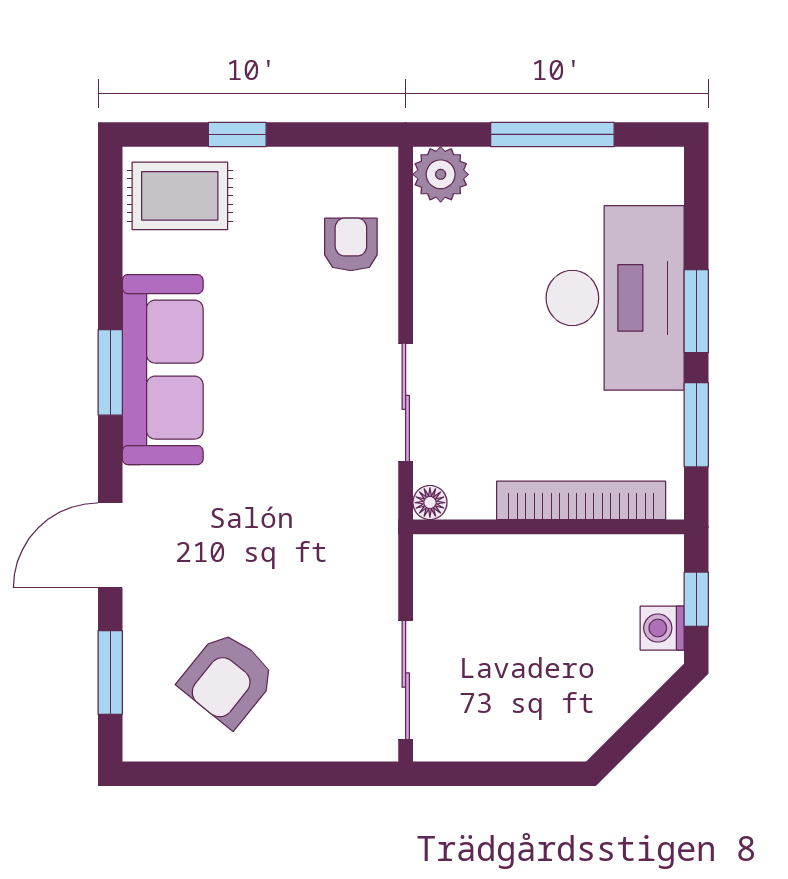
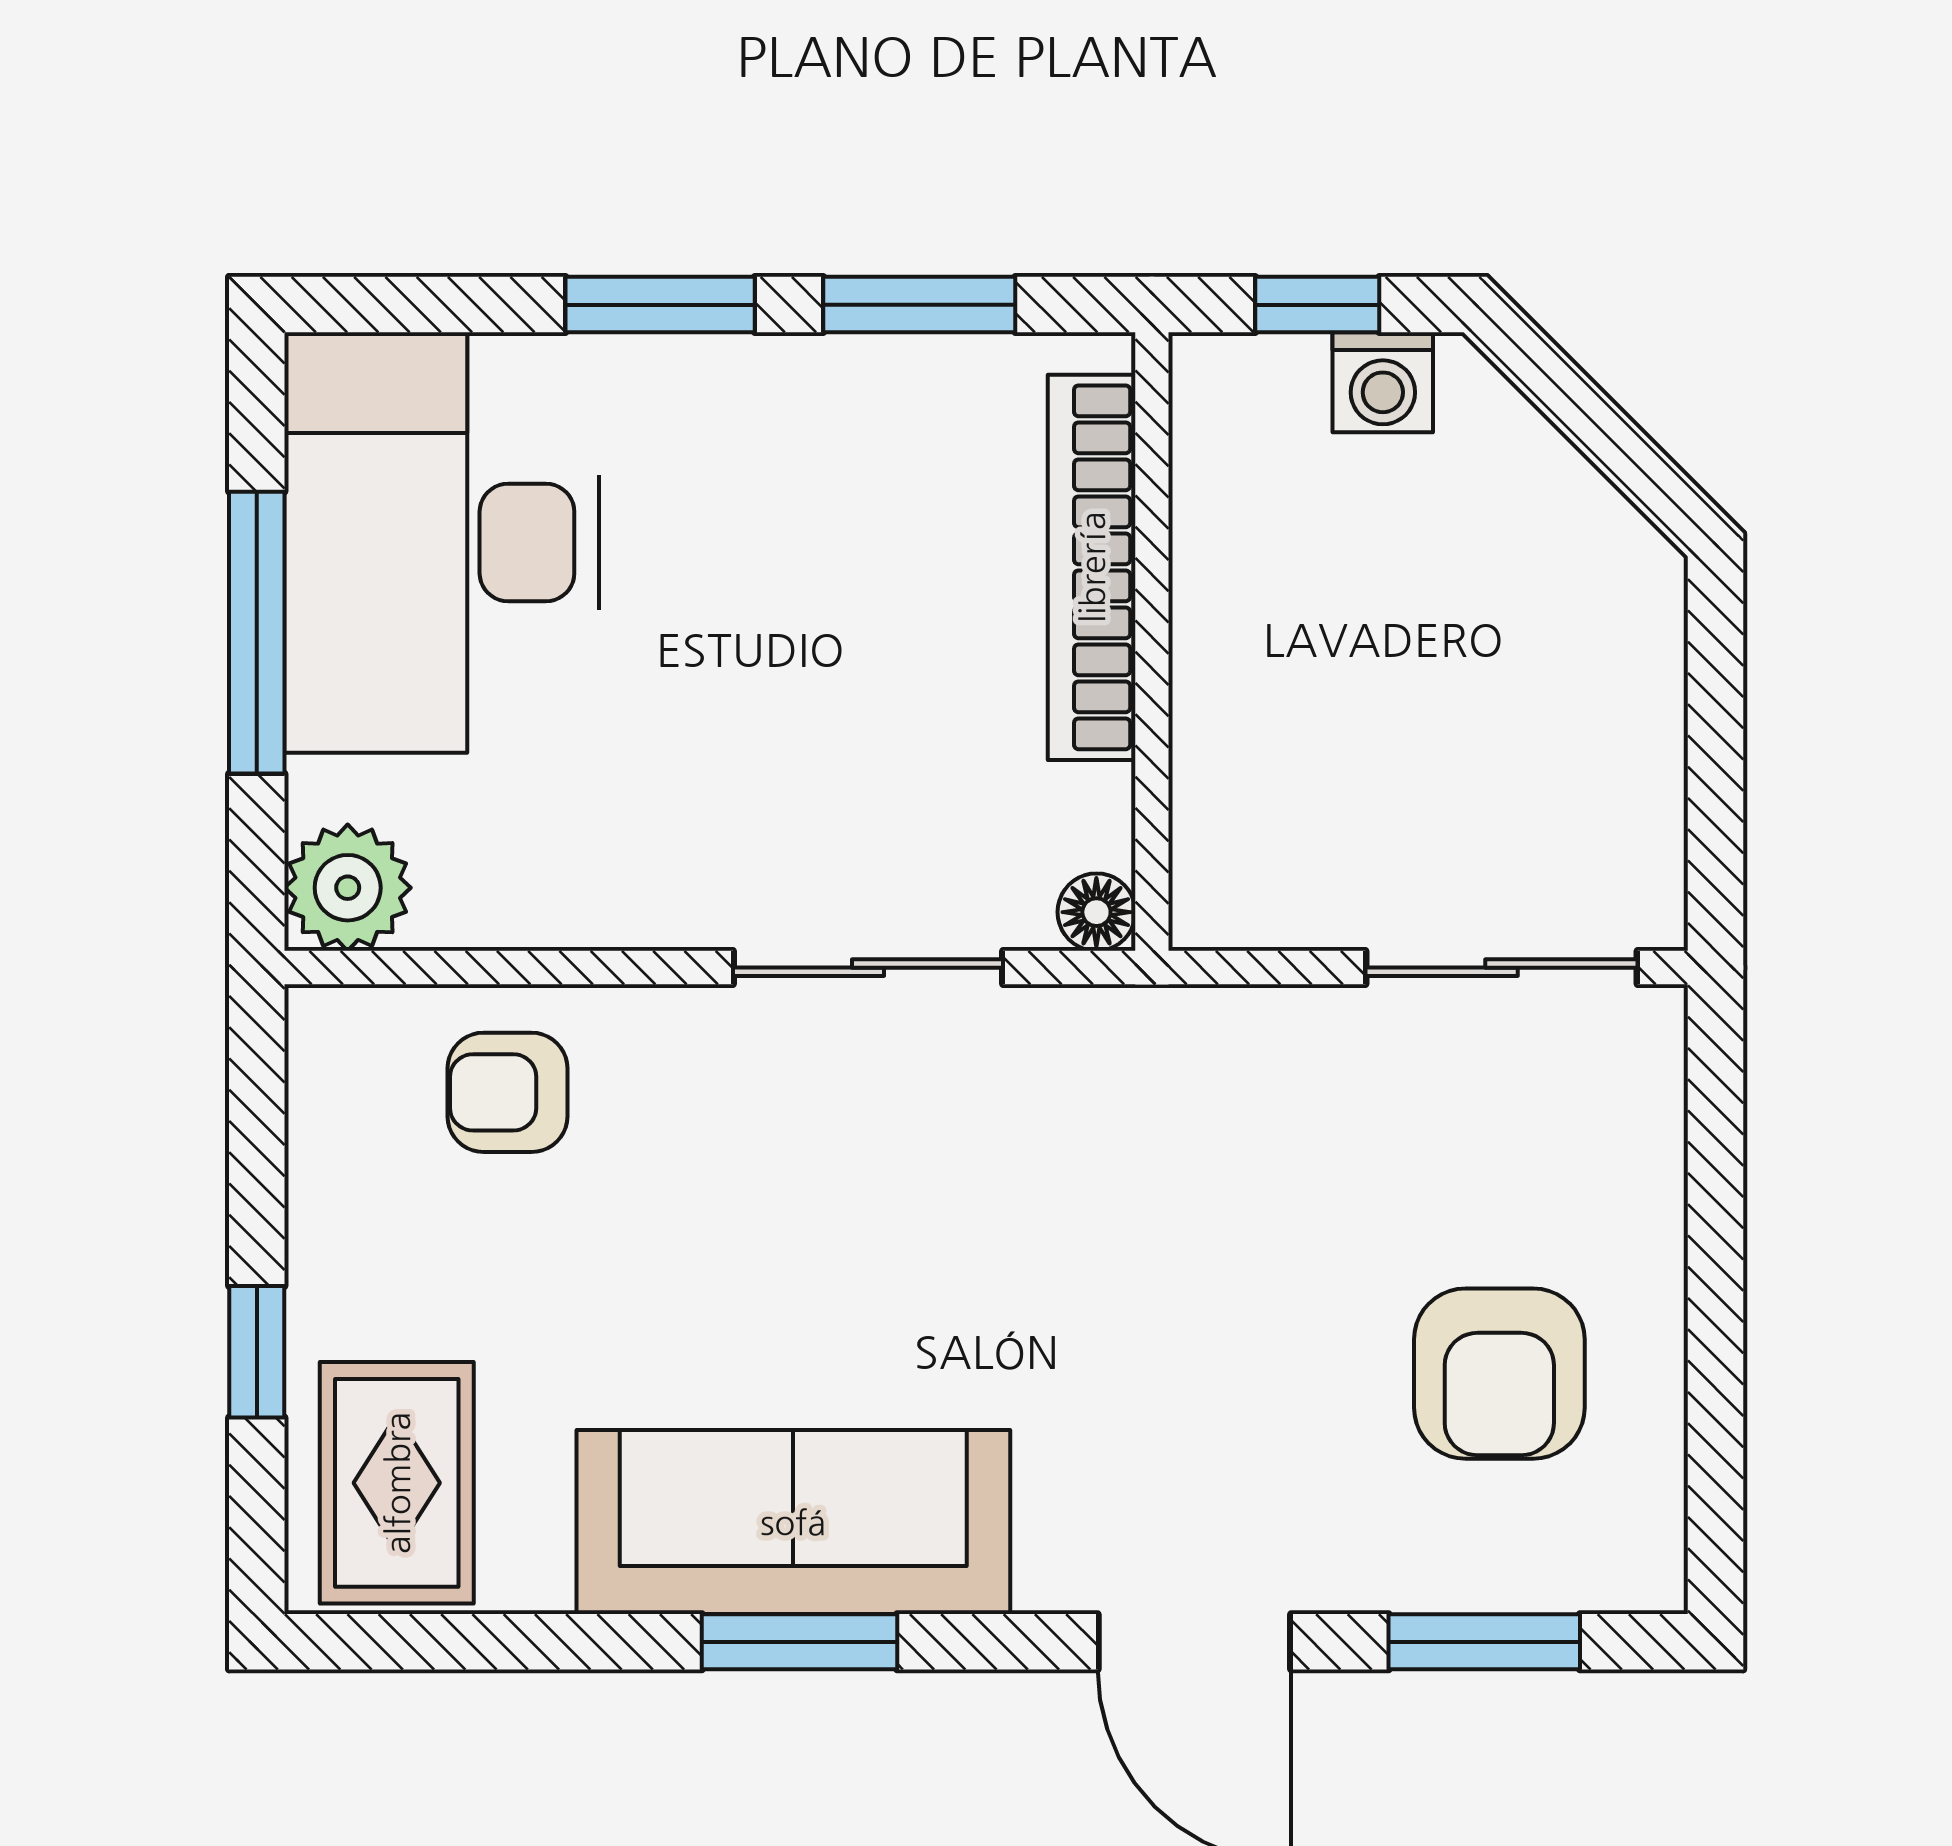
desk: (615, 298) -> (442, 542), moved, turned -90
armchair: (228, 679) -> (1499, 1374), turned 51

